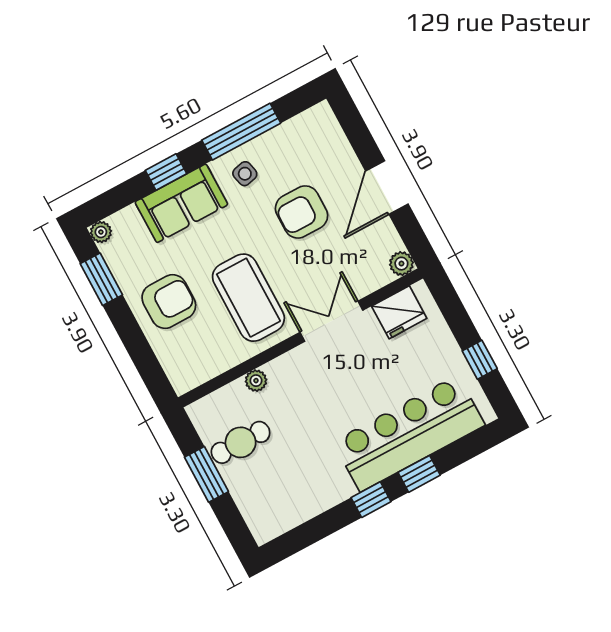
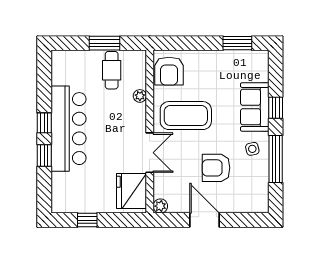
armchair: (302, 212) -> (216, 168), turned -90
plant: (101, 232) -> (262, 56), removed
armchair: (169, 302) -> (169, 71), moved
fridge: (399, 312) -> (131, 191), width x1.36, depth x1.34
bar counter: (409, 433) -> (68, 129), moved

